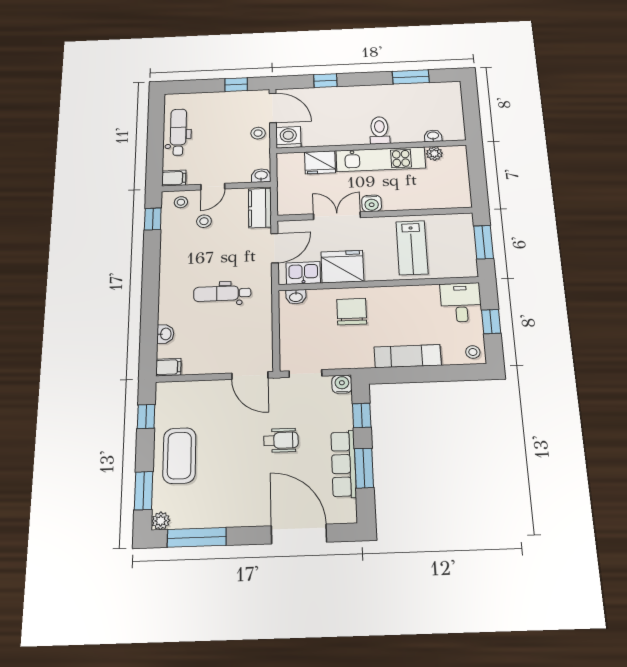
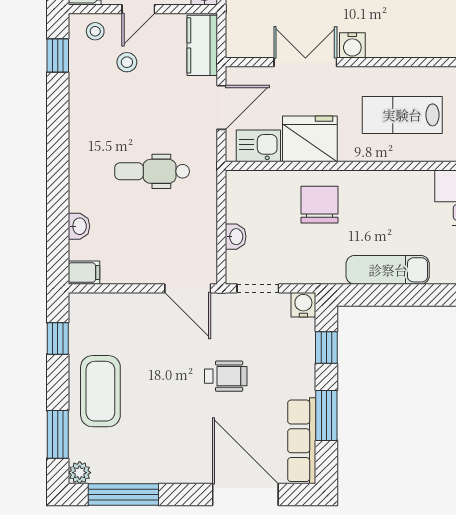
lab bench: (412, 248) -> (402, 115), turned 90
washbasin: (296, 297) -> (236, 237), moved, turned -90
row of seats: (344, 464) -> (302, 441), moved

